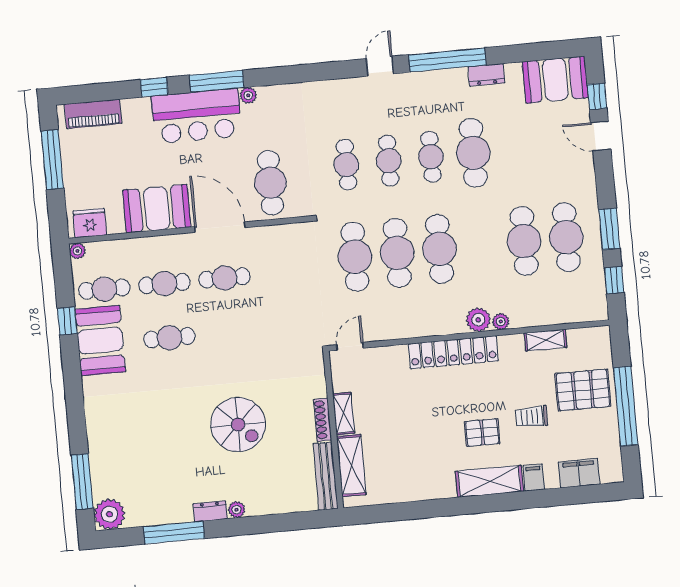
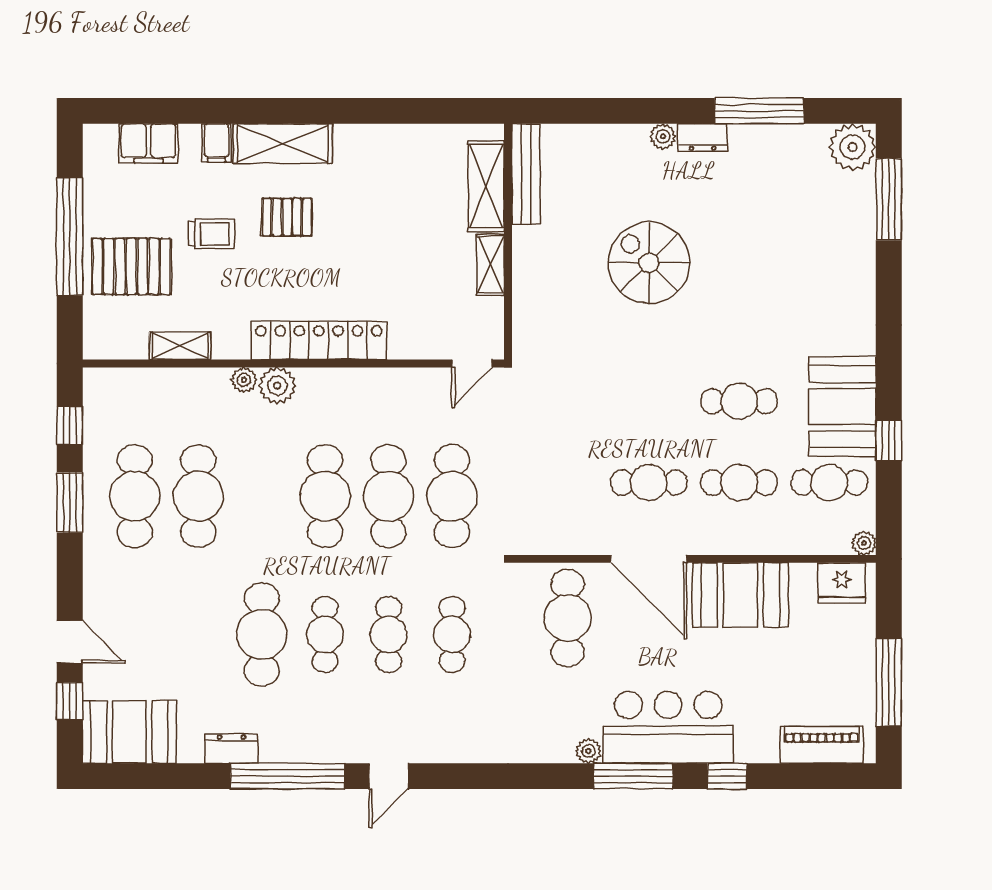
shoe rack: (323, 420) -> (523, 258), removed

